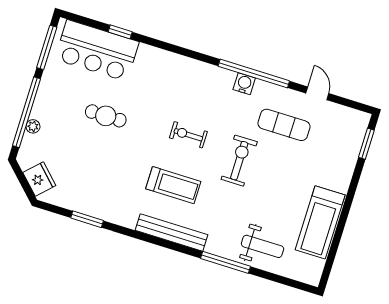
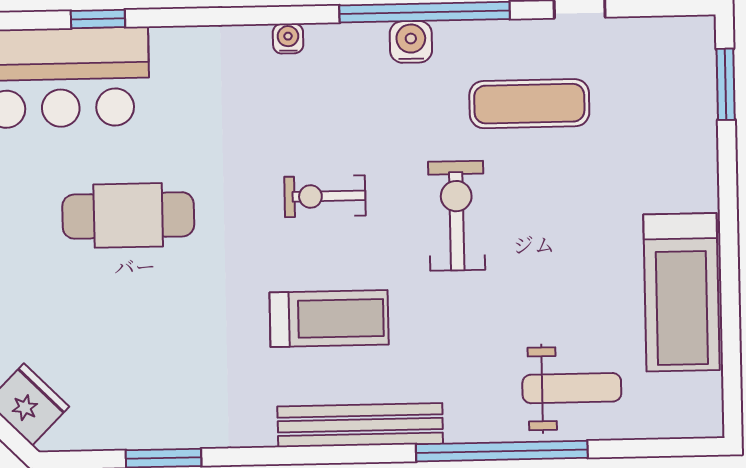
water cooler: (195, 66) -> (288, 39), added
cafe table: (106, 116) -> (128, 215), width x1.37, depth x1.35
window: (226, 262) -> (502, 451), width x1.46

